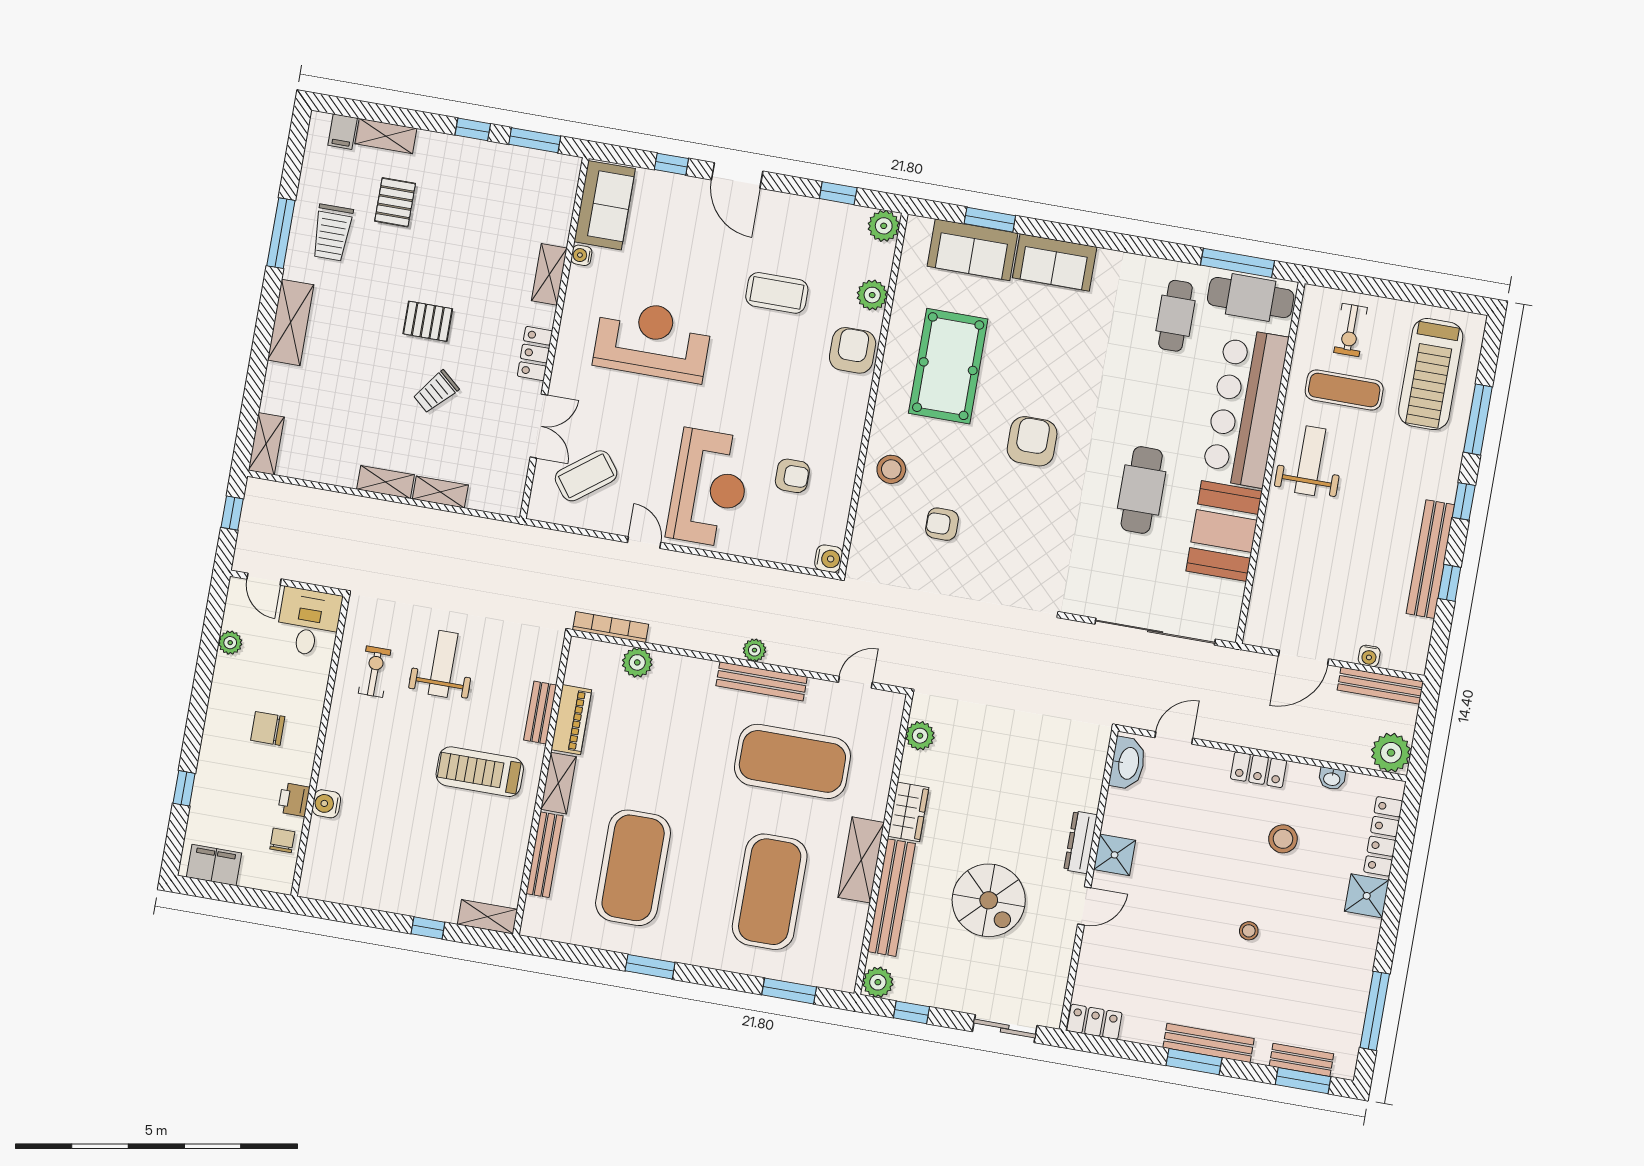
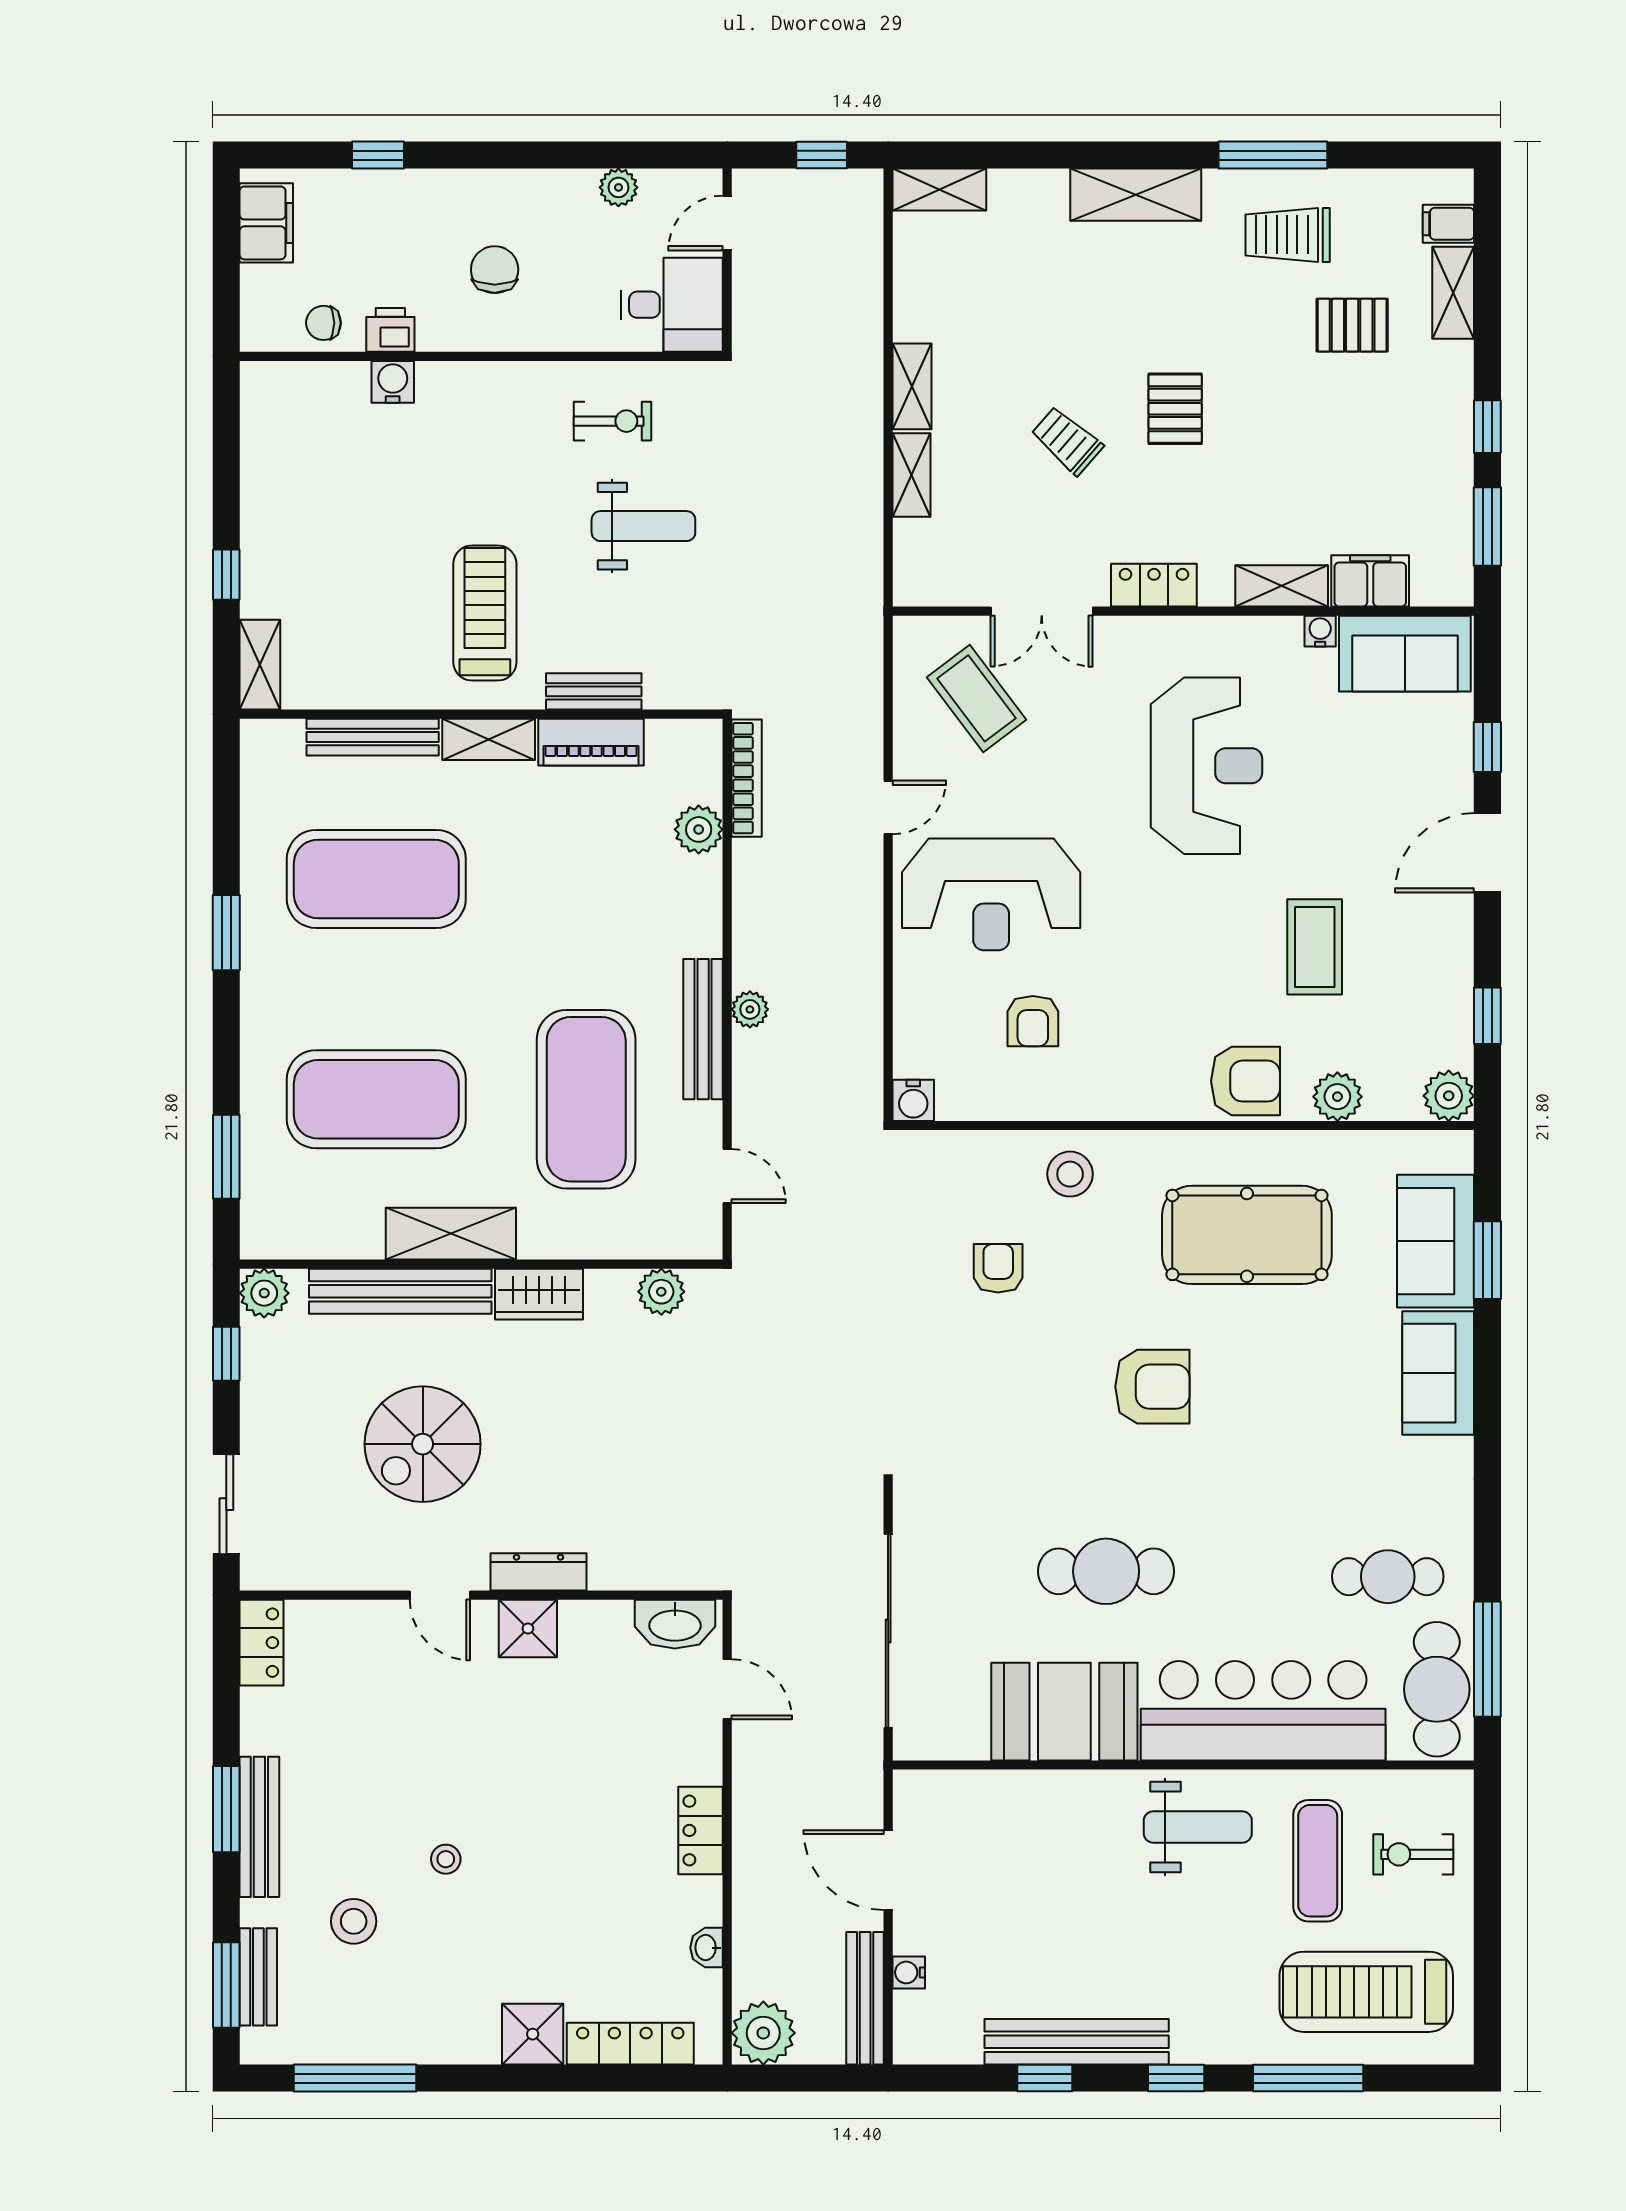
filing cabinet: (556, 219) -> (1370, 581), added
stool: (1283, 839) -> (354, 1921), moved
chair: (282, 840) -> (323, 323), turned 180

